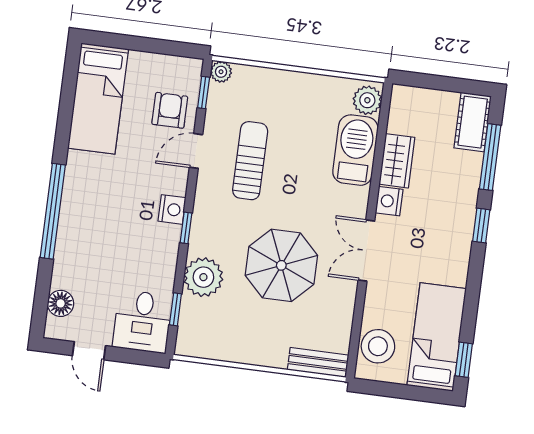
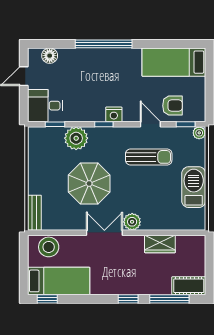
plant: (367, 100) -> (132, 222), moved
barbecue: (355, 150) -> (194, 187), moved, turned -90
nightstand: (389, 201) -> (135, 242), removed

